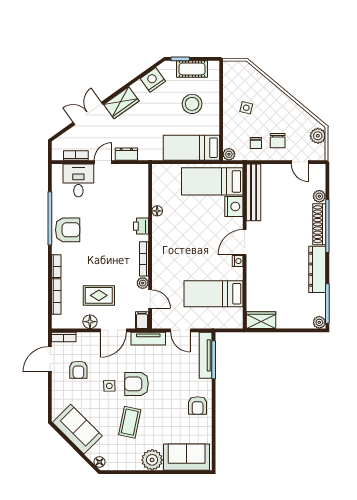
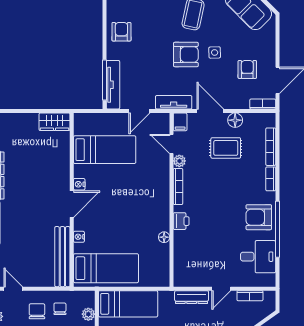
dresser: (126, 154) -> (192, 297), width x1.44
plant: (229, 154) -> (88, 314), moved
desk: (78, 180) -> (258, 257), moved, turned -90
nightstand: (234, 207) -> (79, 237), width x0.53, depth x0.56
door: (113, 330) -> (210, 111), hinge flipped
door: (181, 330) -> (139, 111), swing flipped

